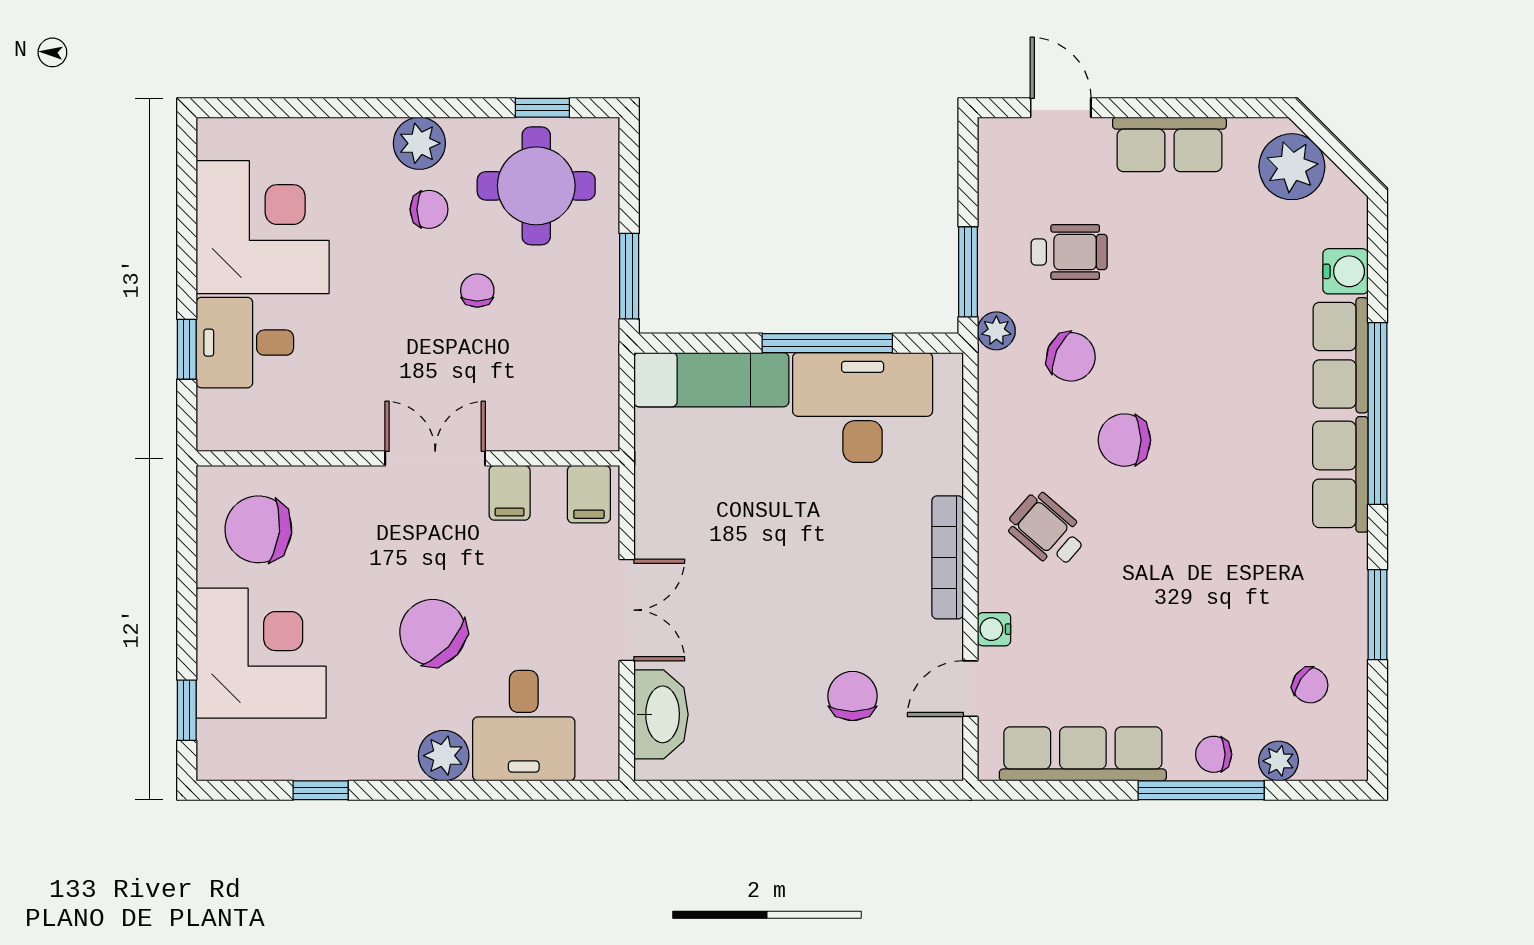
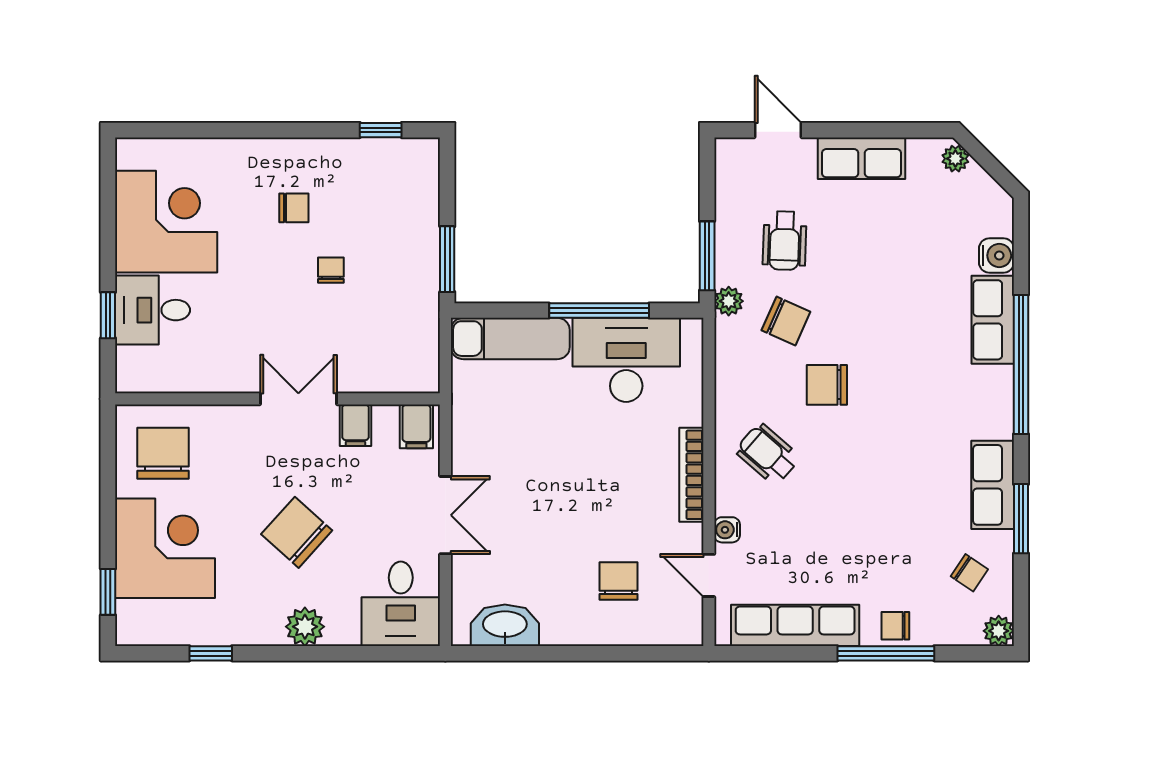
plant: (419, 143) -> (286, 157), removed
plant: (1292, 167) -> (955, 159), width x0.53, depth x0.53
round table: (536, 186) -> (376, 190), removed
wheelchair: (1069, 252) -> (785, 241), turned 92
row of seats: (1340, 474) -> (993, 485), moved
chair: (258, 529) -> (163, 453), turned 84
door: (970, 689) -> (709, 575), hinge flipped
washbasin: (661, 714) -> (505, 625), moved, turned -90
desk: (524, 726) -> (401, 604), moved
plant: (1279, 761) -> (999, 631), moved

